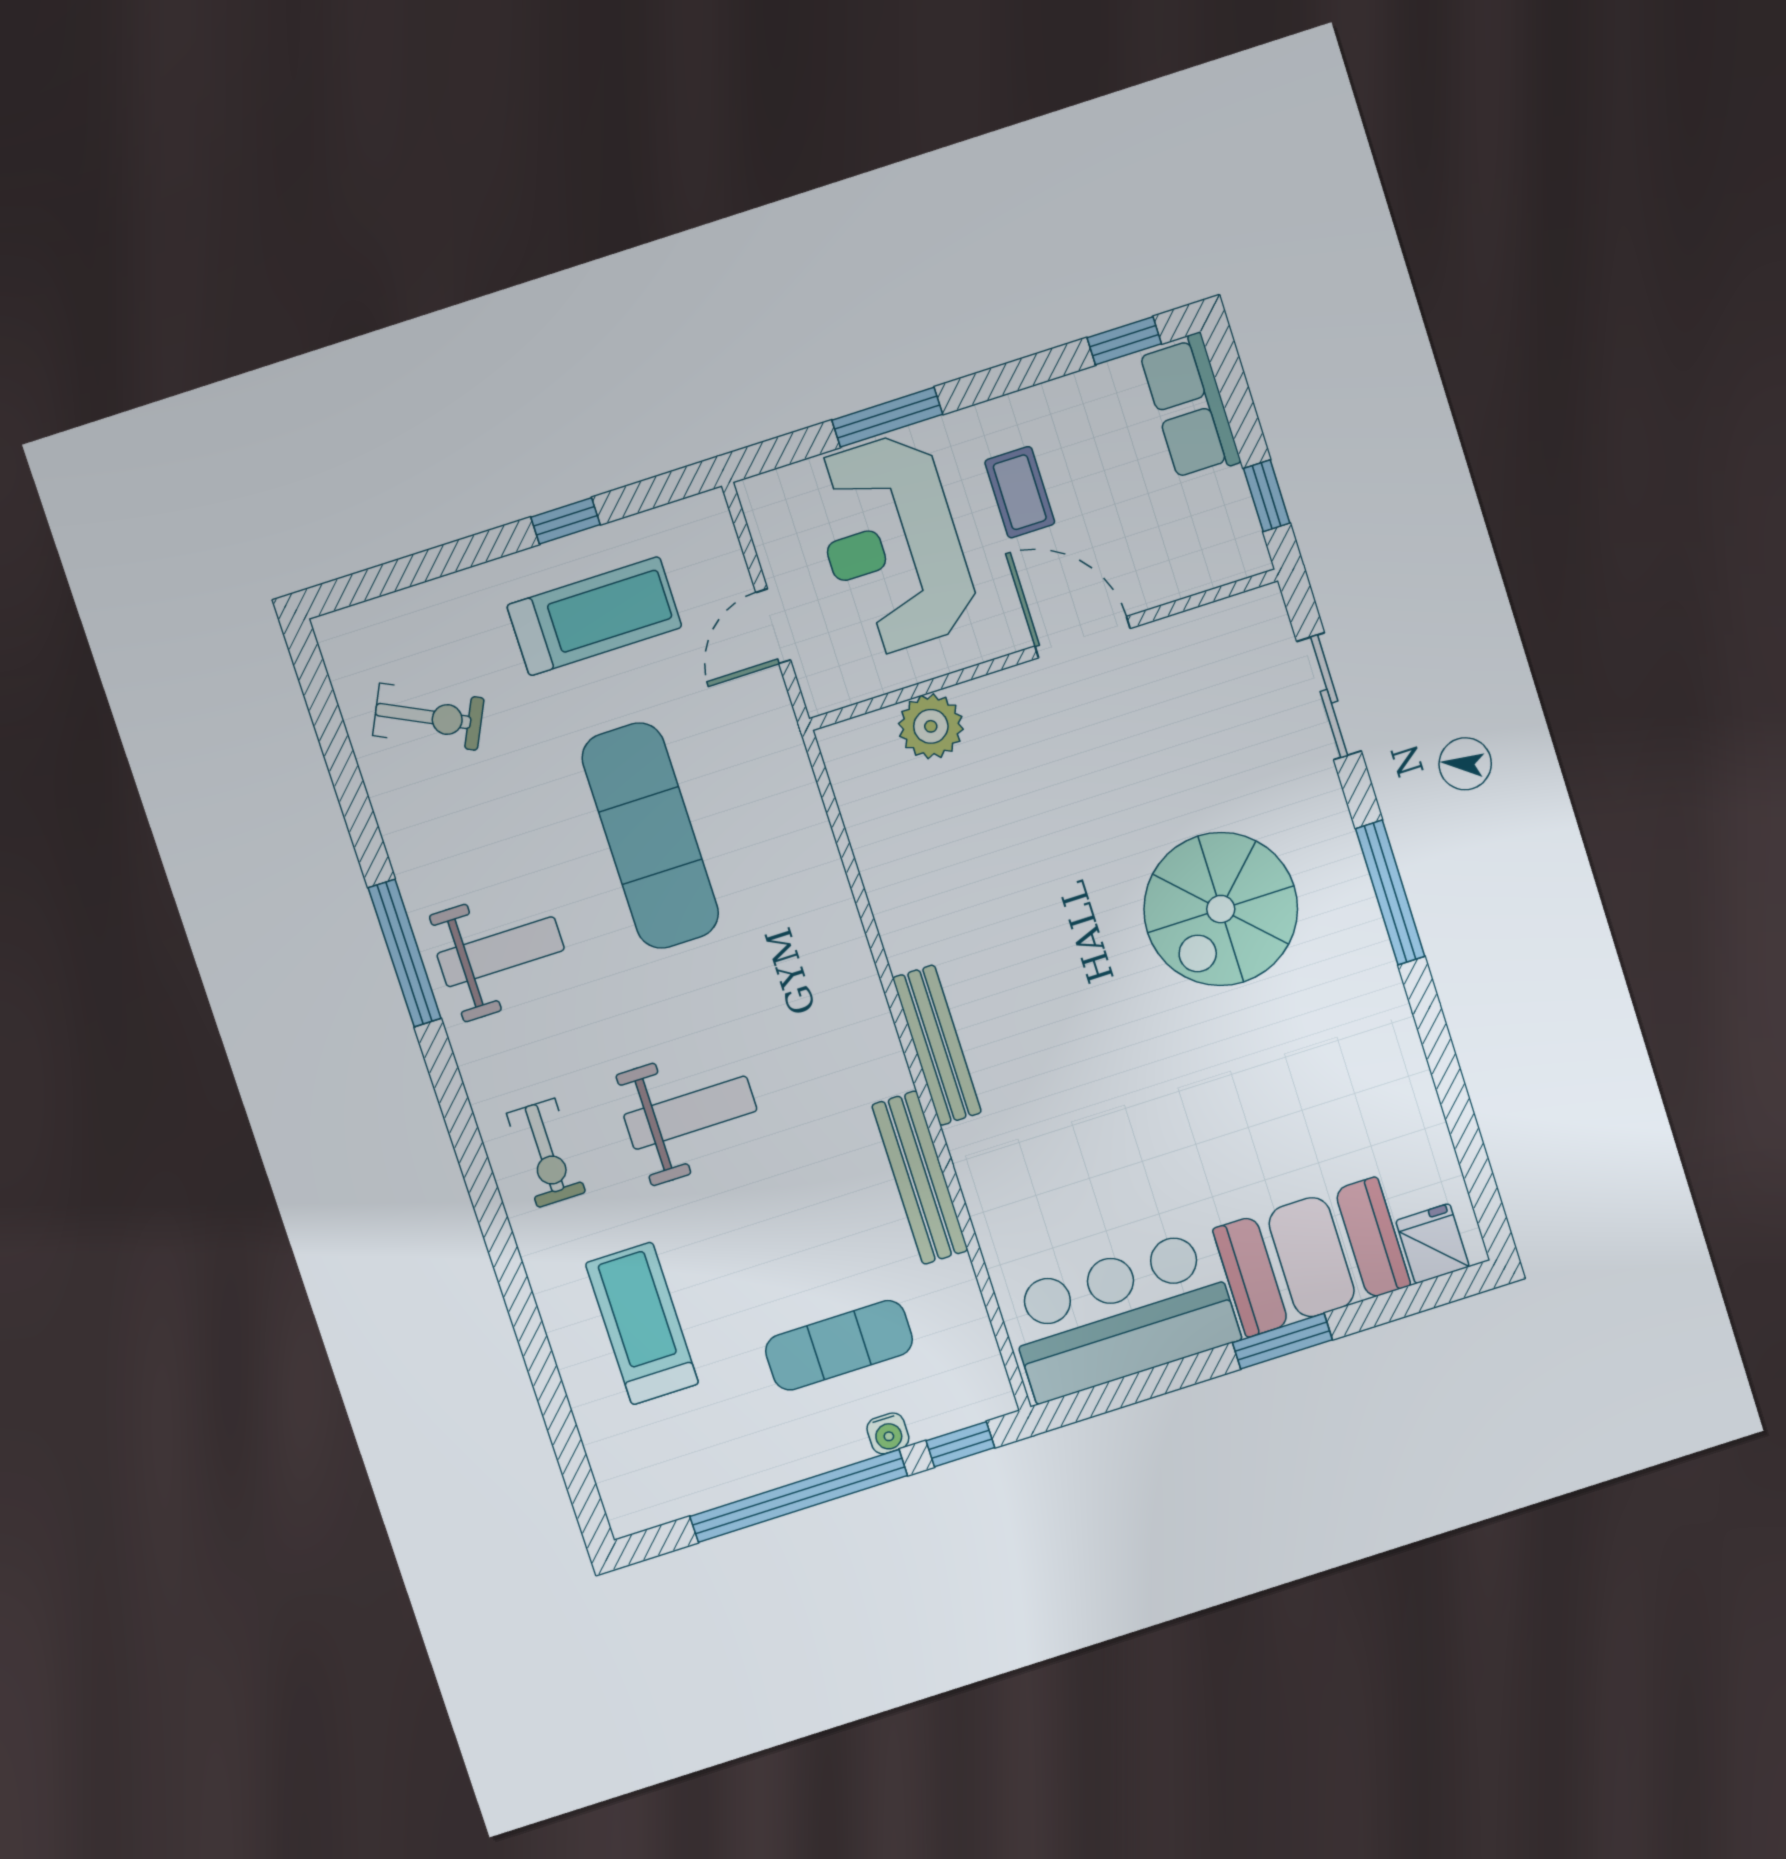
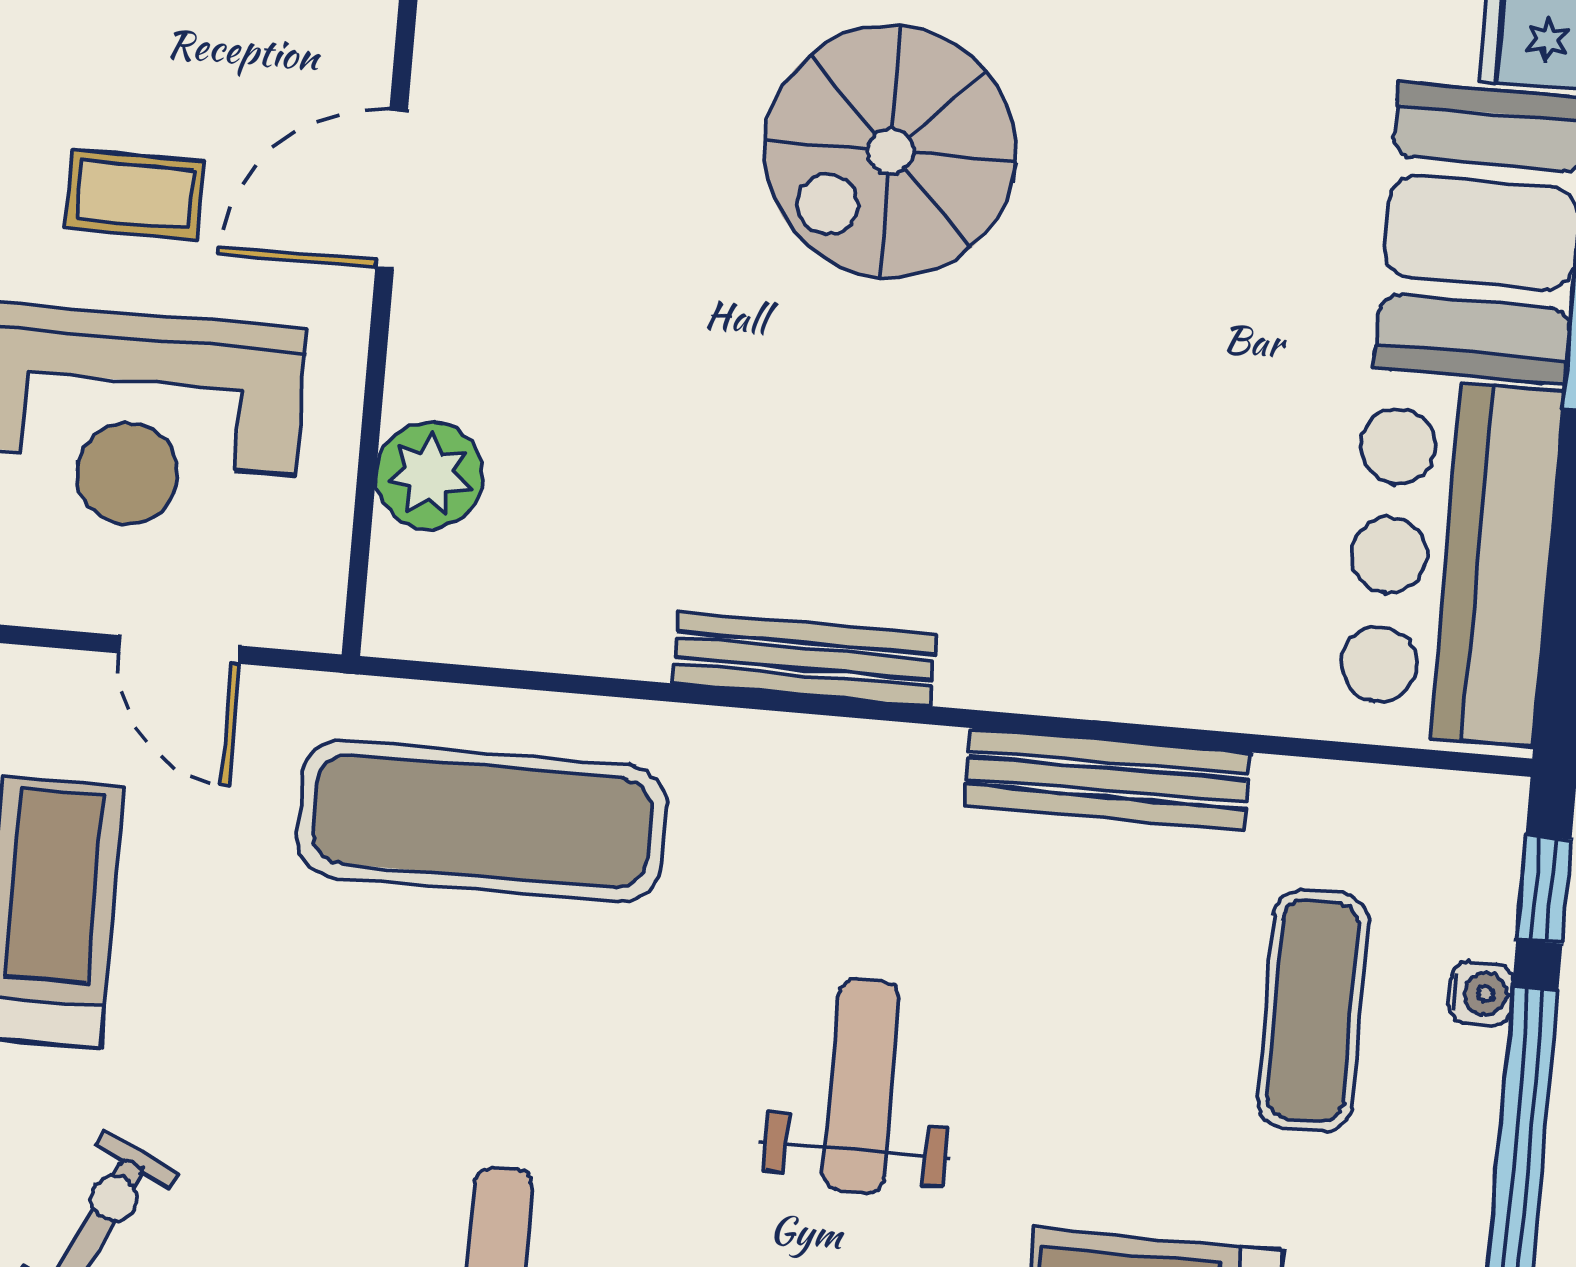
exercise mat: (650, 836) -> (482, 821), moved
spiral stairs: (1221, 909) -> (890, 151), turned 90
bench: (937, 1045) -> (804, 659), moved

